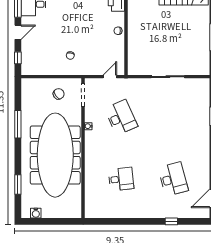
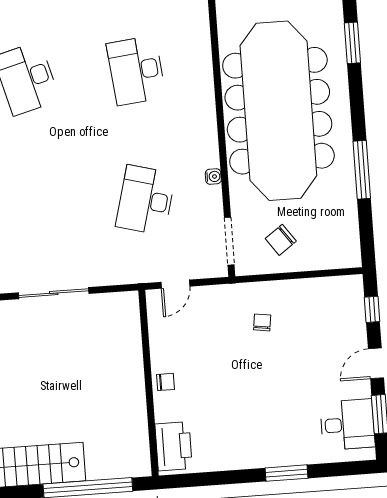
desk: (121, 117) -> (146, 200), turned 39
desk: (121, 179) -> (136, 70), width x1.37

